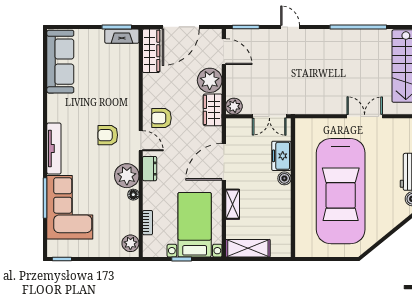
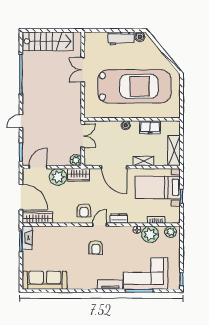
tv unit: (54, 149) -> (110, 285), width x0.71
freezer: (281, 156) -> (150, 127), moved
plant: (127, 176) -> (150, 234), moved

